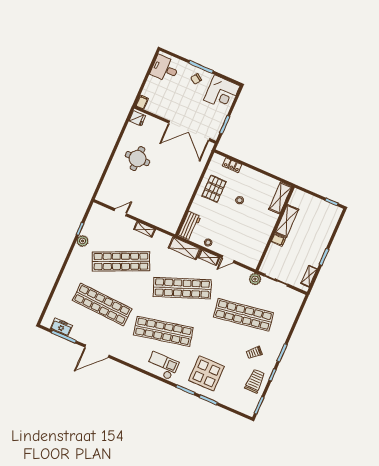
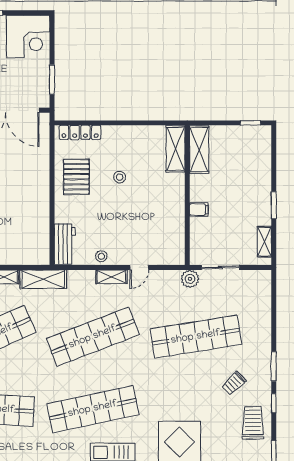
locker: (232, 165) -> (80, 132), width x1.53
shelving: (287, 221) -> (199, 150), moved
shelving: (184, 248) -> (43, 279), moved

